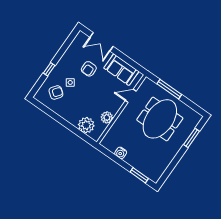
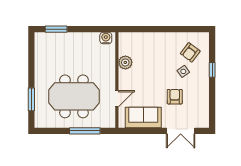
double door: (102, 42) -> (181, 131), swing flipped
meeting table: (160, 119) -> (74, 96), turned 90
plant: (86, 125) -> (140, 42), removed
water cooler: (121, 153) -> (106, 38), moved

